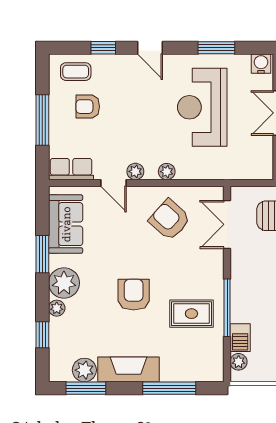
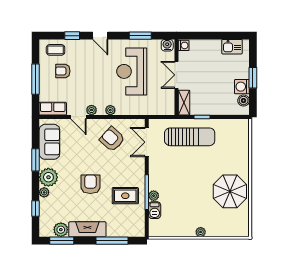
plant: (239, 362) -> (154, 196), moved

